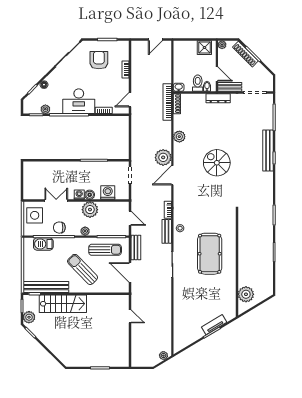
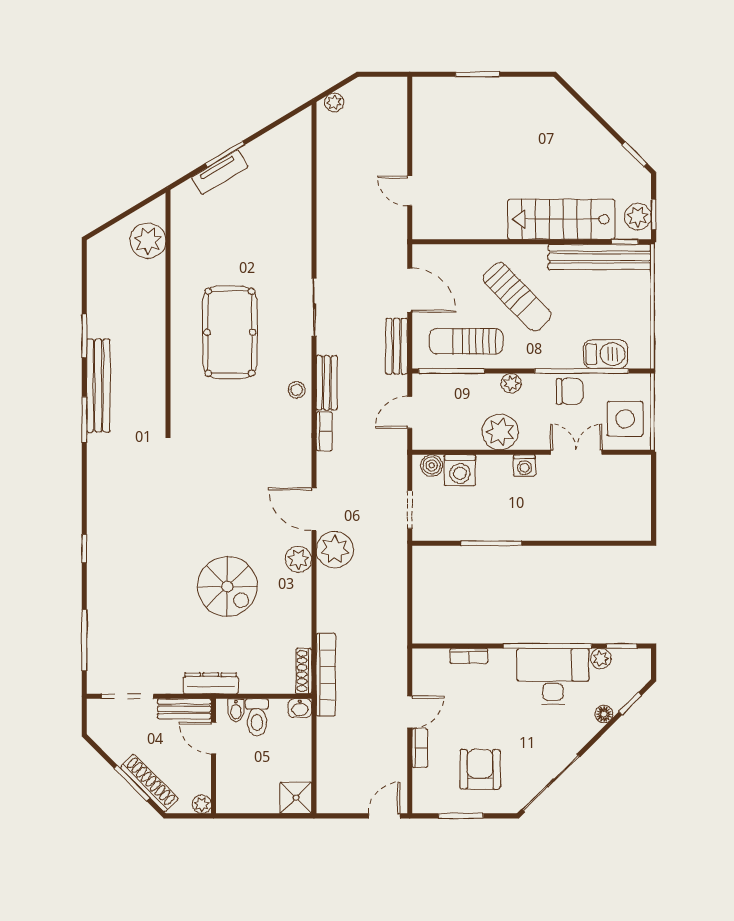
door: (155, 40) -> (384, 816), moved
shower: (204, 48) -> (296, 798), moved
armchair: (99, 60) -> (480, 769), turned 180
door: (130, 100) -> (410, 712), moved
desk: (79, 101) -> (553, 677), moved
plant: (179, 137) -> (298, 559), moved
bench: (268, 151) -> (98, 385), moved
spiral stairs: (217, 163) -> (227, 586), moved
door: (172, 175) -> (314, 509), swing flipped
boiler: (90, 195) -> (432, 465), moved
double door: (56, 201) -> (576, 452), swing flipped
door: (130, 218) -> (410, 412), hinge flipped
plant: (29, 317) -> (638, 217), moved

